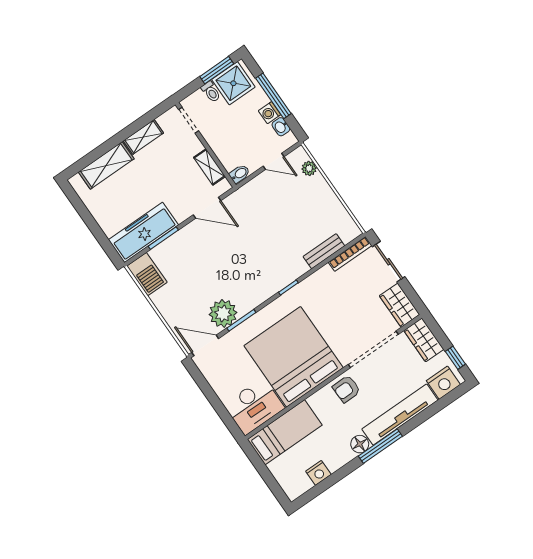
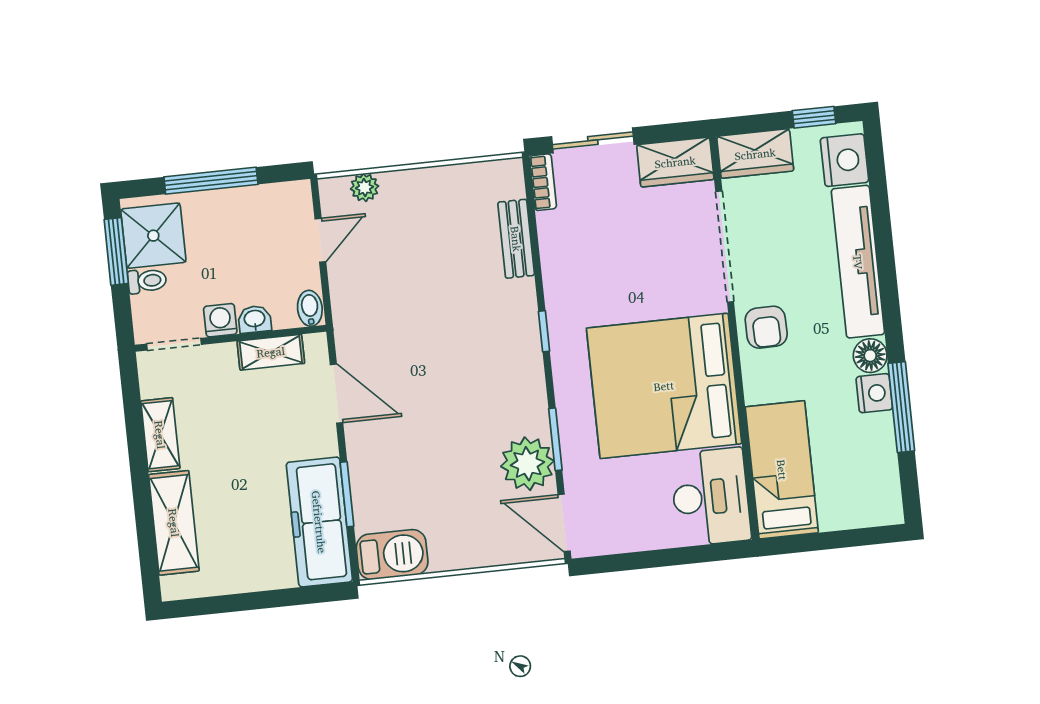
washing machine: (270, 113) -> (220, 320), moved, turned 180
washbasin: (281, 127) -> (255, 319), moved, turned 180
door: (207, 208) -> (336, 394), hinge flipped
bookcase: (350, 254) -> (543, 182), width x0.64
door: (205, 345) -> (564, 523), hinge flipped
window: (380, 446) -> (901, 407), moved
nightstand: (318, 473) -> (874, 393), moved

